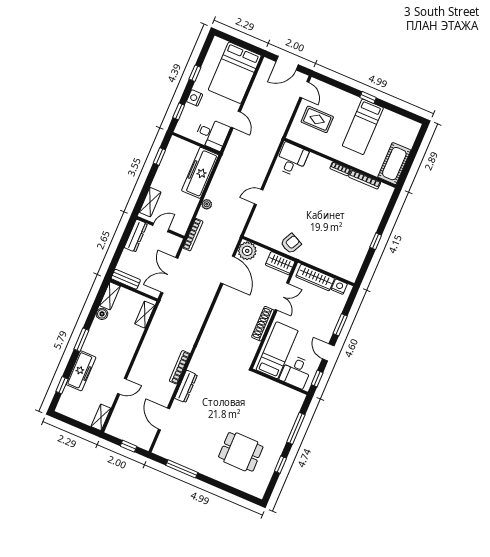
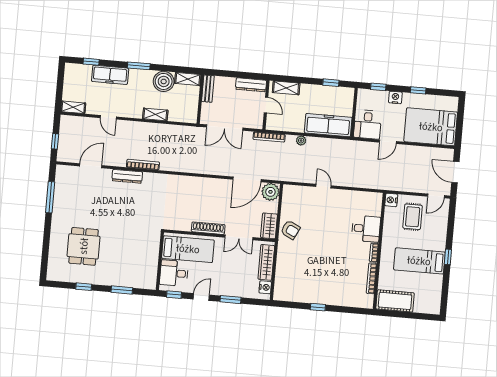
nightstand: (294, 135) -> (391, 200), added
desk: (292, 159) -> (366, 229), moved
double door: (169, 275) -> (225, 127), swing flipped
boiler: (102, 314) -> (164, 81), width x1.86, depth x1.86
shelving: (145, 315) -> (155, 114), moved
window: (296, 428) -> (122, 290), width x0.69

